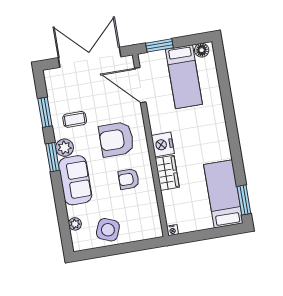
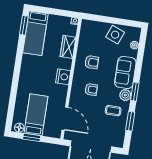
window: (159, 45) -> (32, 137), moved
armchair: (116, 139) -> (91, 89), width x0.53, depth x0.53
wardrobe: (167, 173) -> (68, 47), moved

